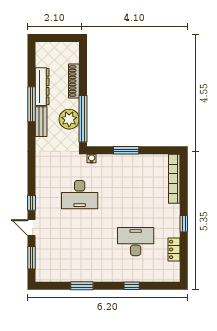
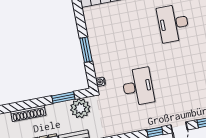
plant: (69, 119) -> (80, 108), moved
window: (83, 119) -> (63, 98), width x0.47

